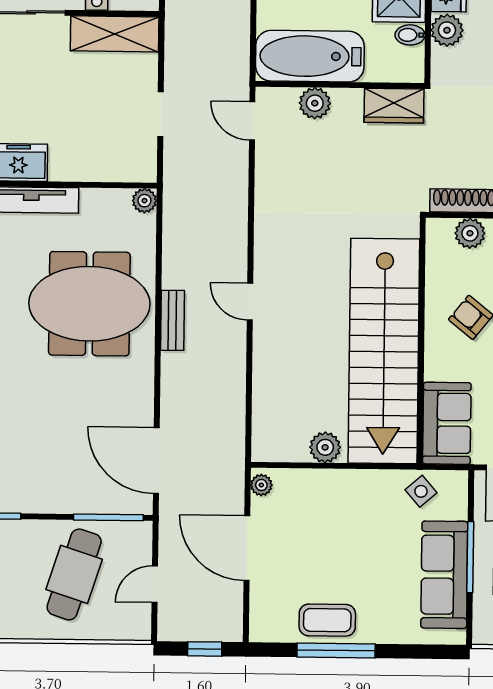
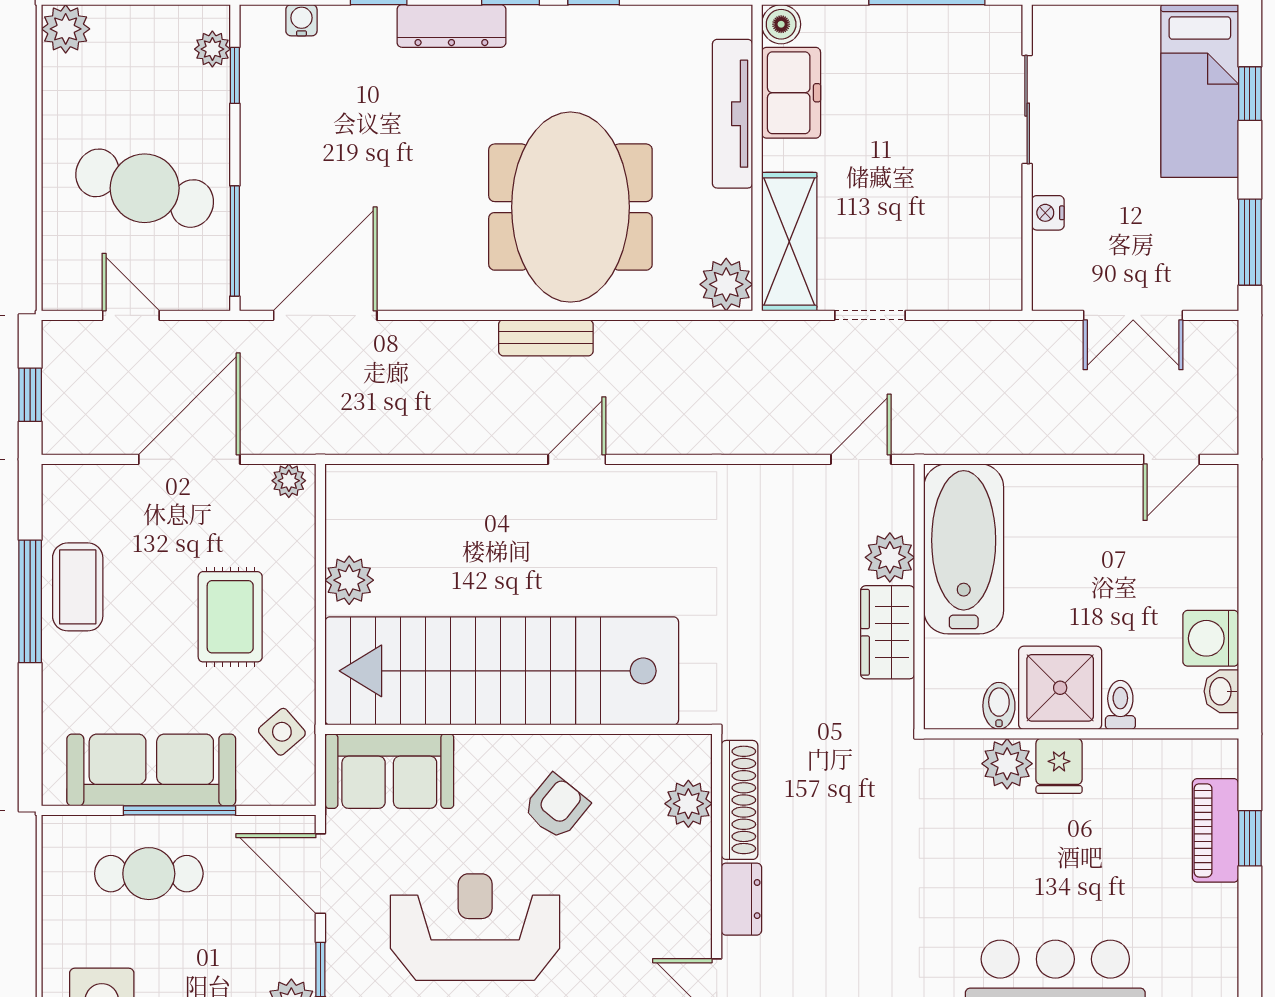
shelving: (115, 34) -> (789, 242), moved
wardrobe: (394, 106) -> (888, 632), moved
plant: (144, 201) -> (726, 284), width x1.38, depth x1.38
rug: (347, 523) -> (230, 617), added

